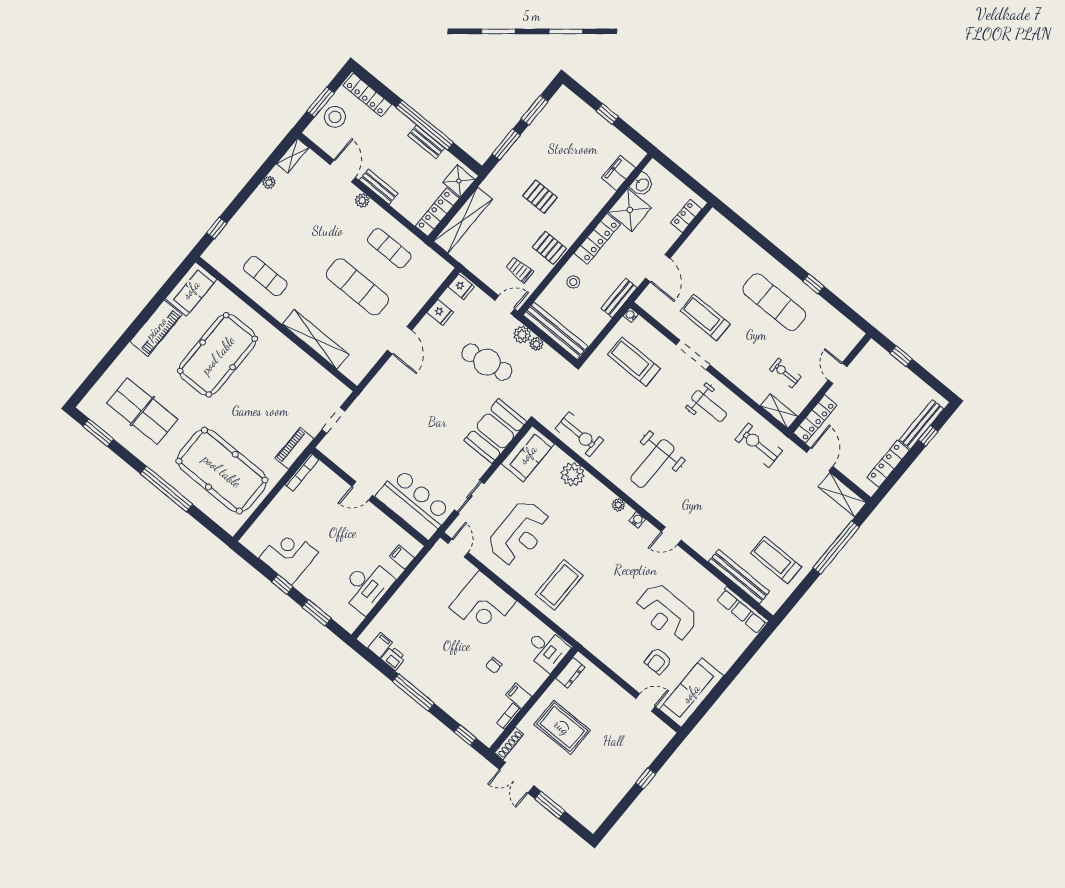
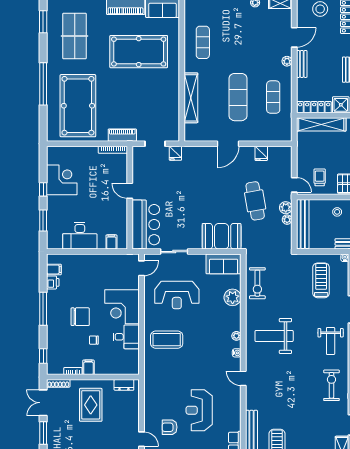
fridge: (461, 287) -> (175, 153), moved
desk: (547, 649) -> (126, 337), moved, turned -90
chair: (456, 659) -> (80, 317), added

